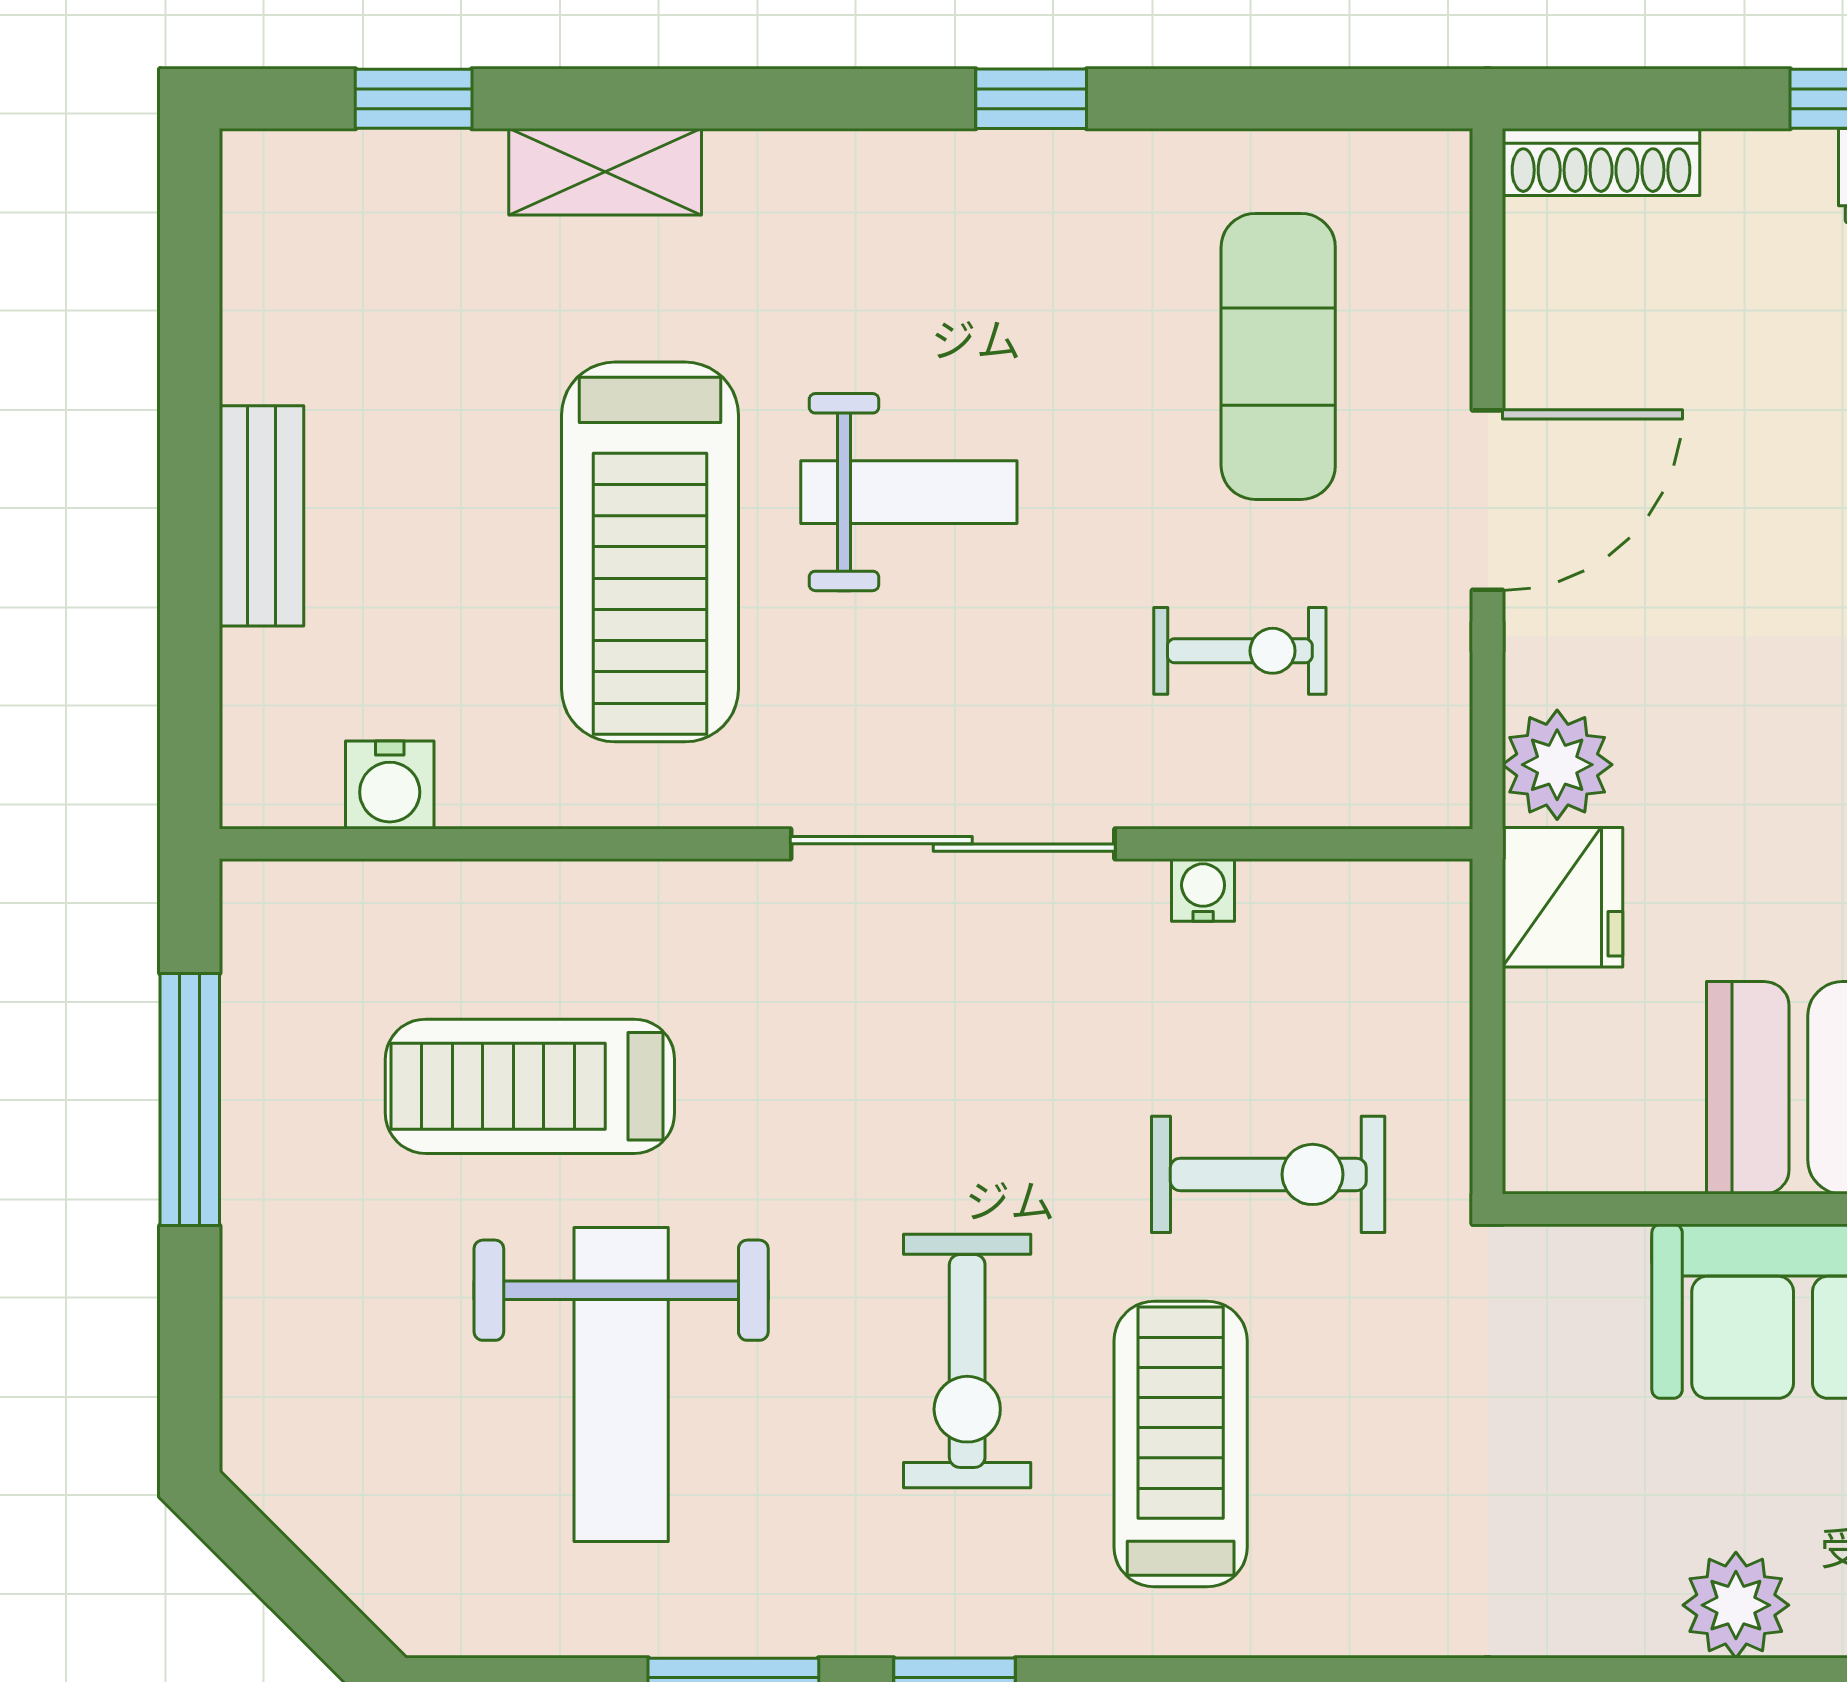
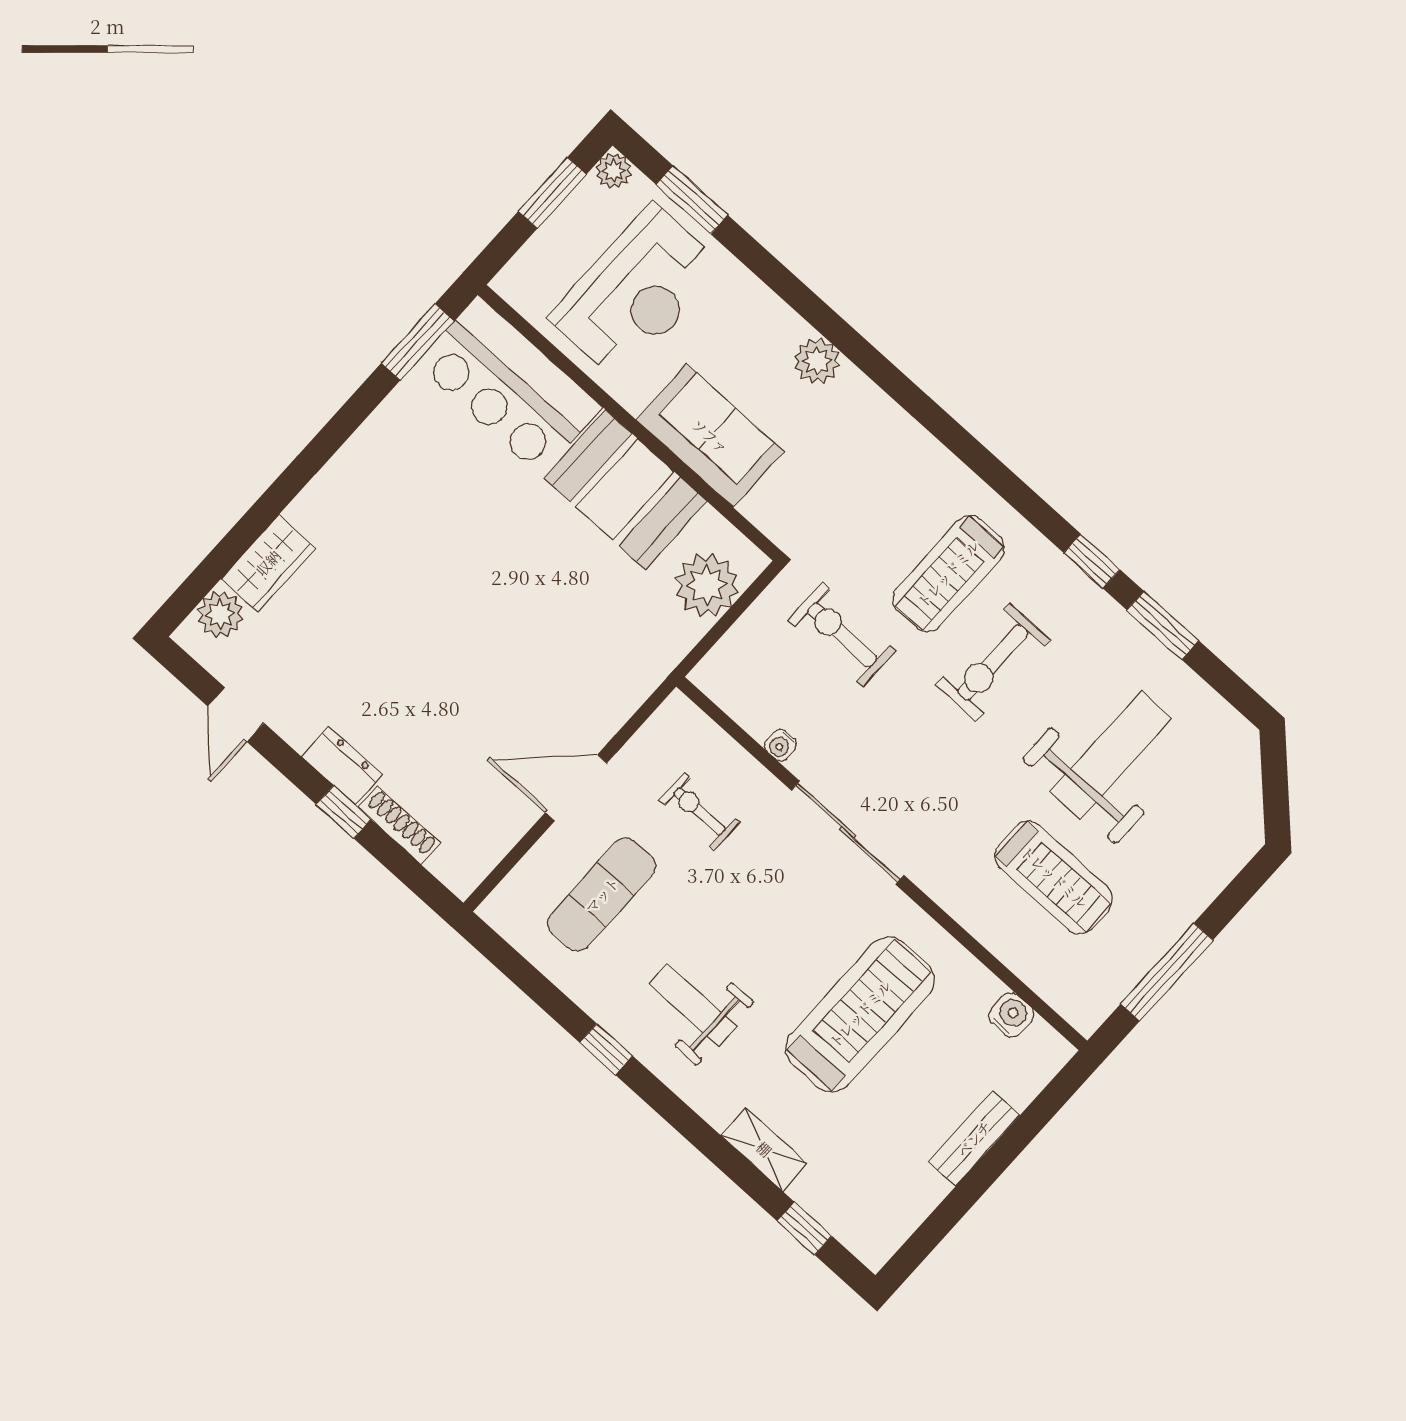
shoe rack: (1601, 162) -> (399, 825), moved
weight bench: (909, 492) -> (693, 1005), moved
plant: (1557, 765) -> (707, 585), moved, width x1.36, depth x1.36
fridge: (1563, 897) -> (667, 639), removed
exercise bike: (967, 1361) -> (993, 662), turned 180

